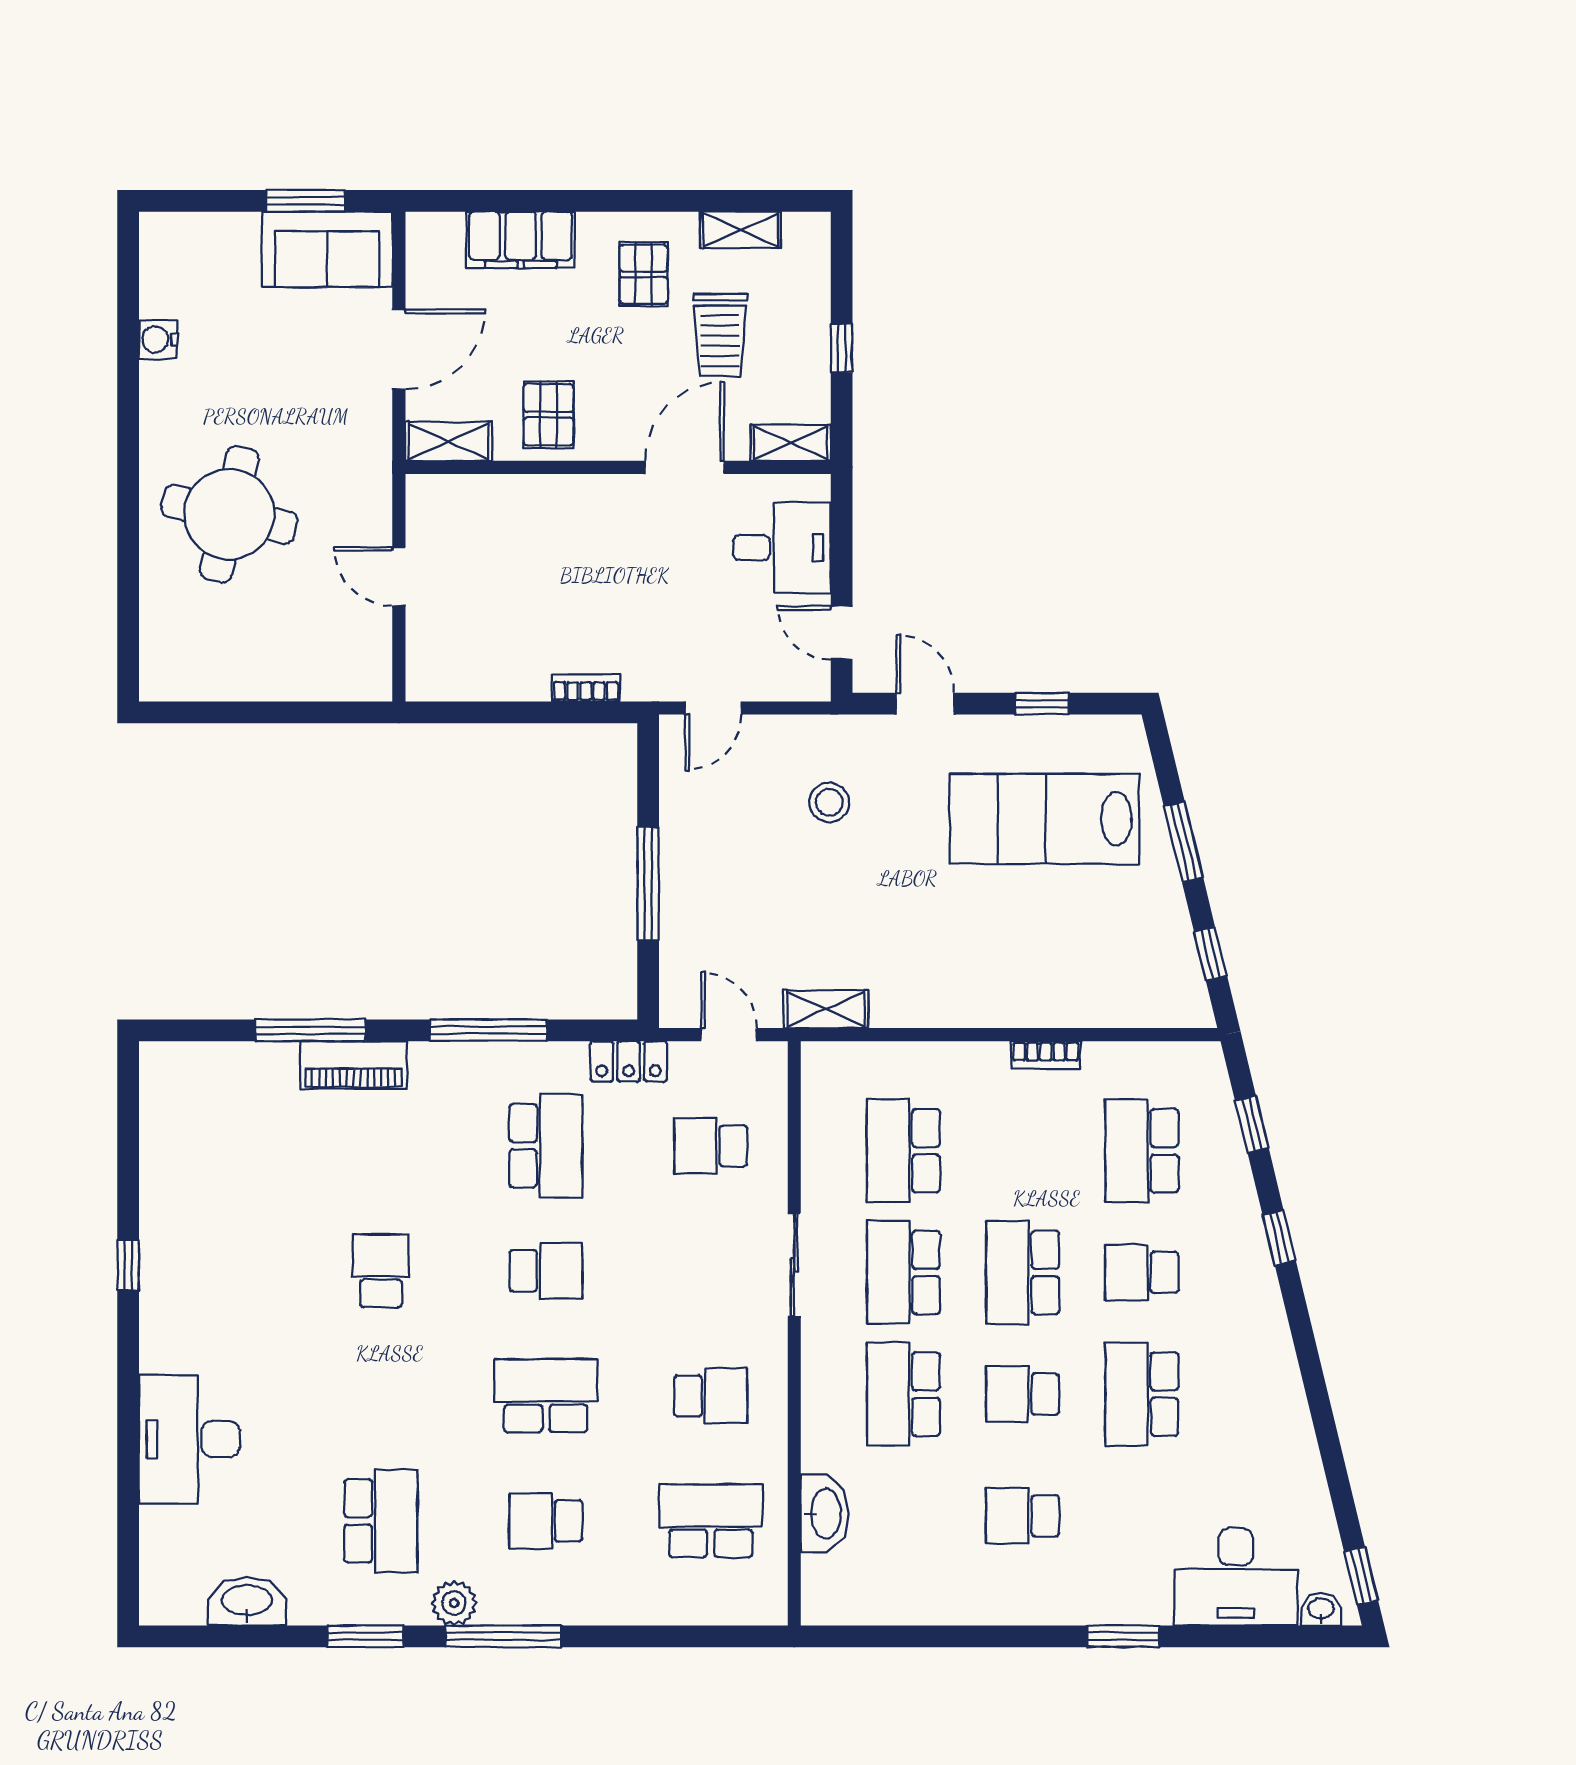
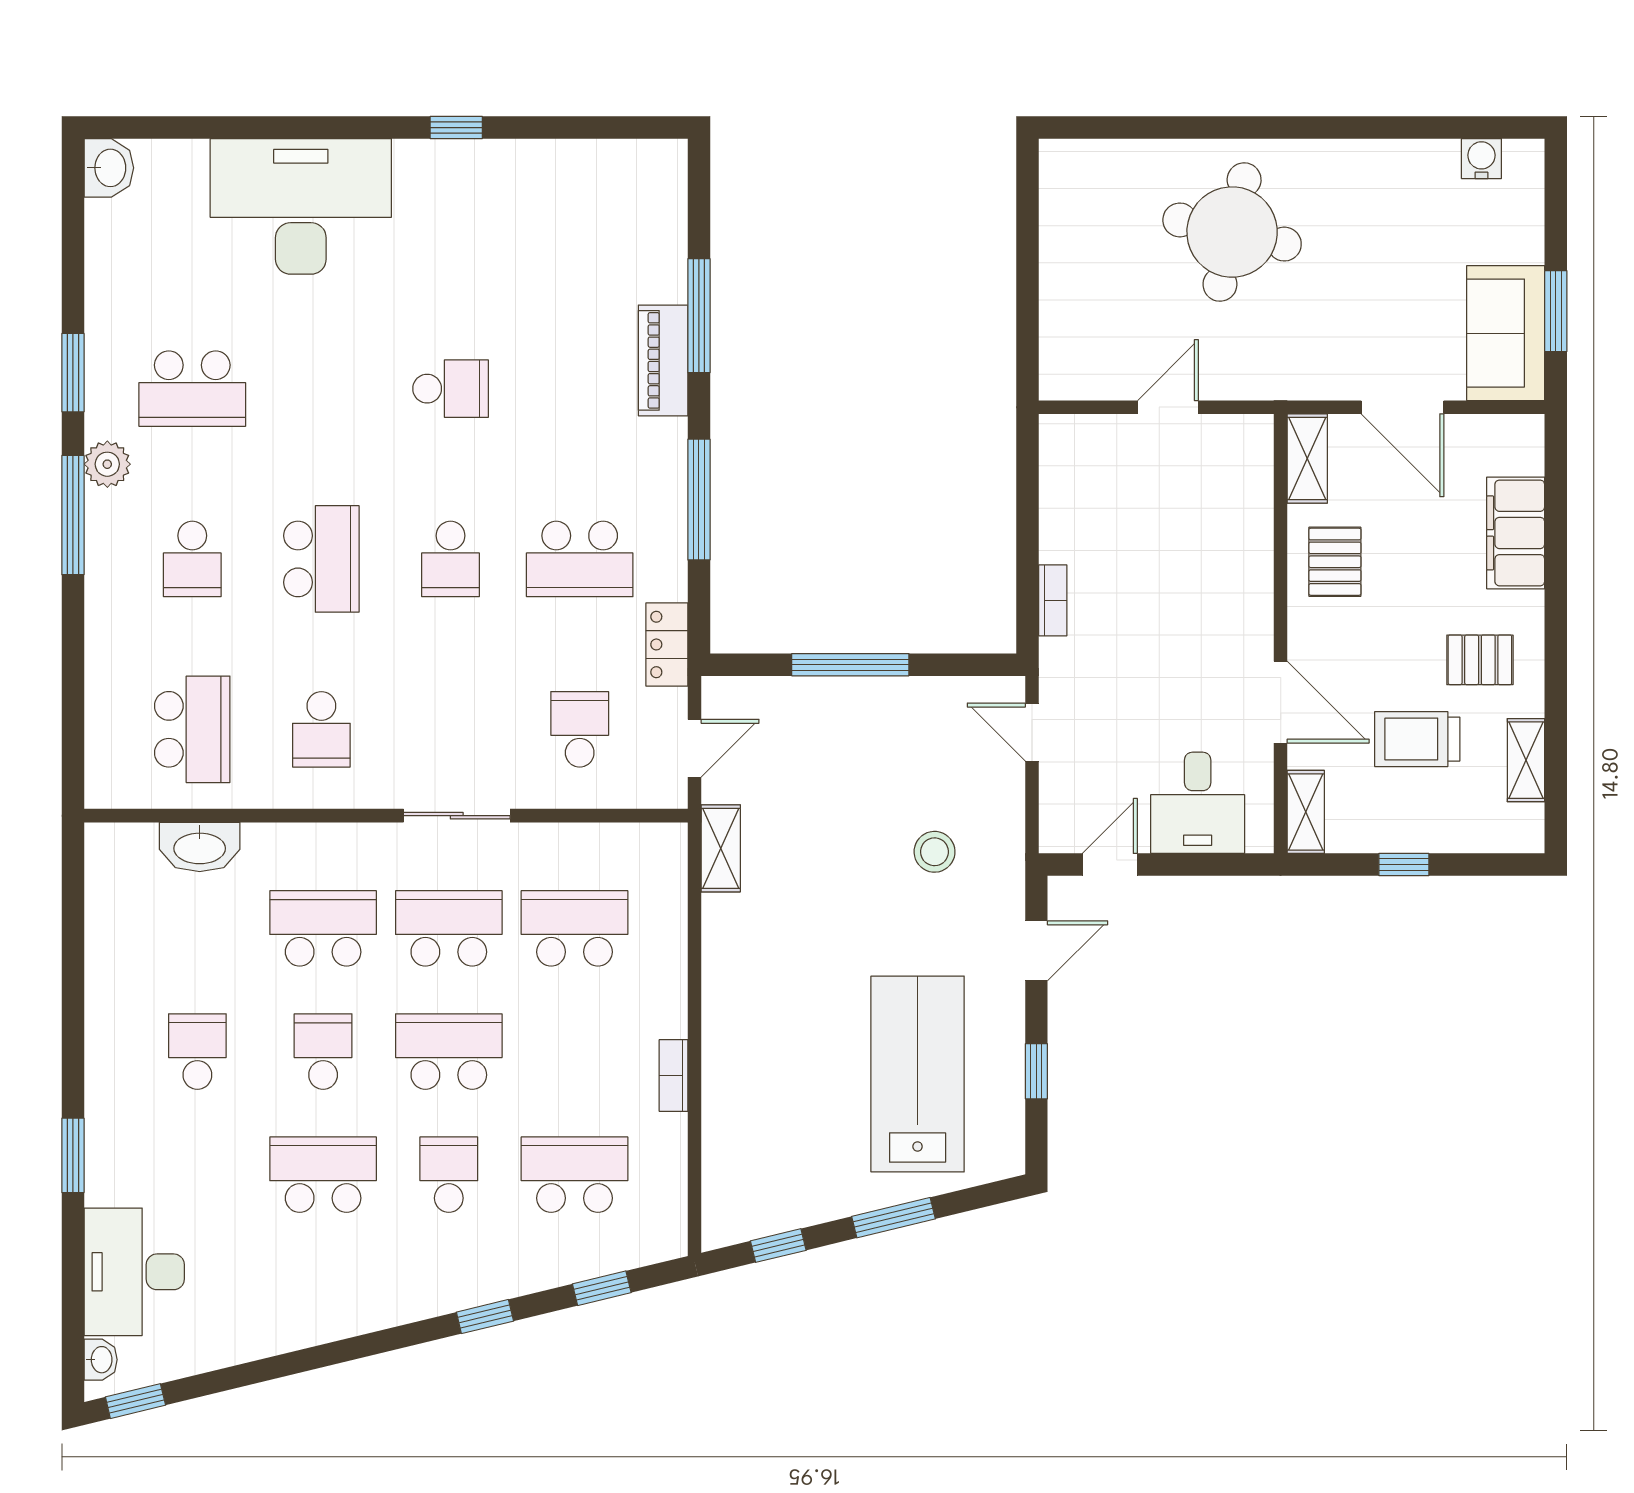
water cooler: (158, 340) -> (1481, 159), moved
pallet: (548, 415) -> (1335, 562), turned 90
desk: (189, 1439) -> (301, 206), width x1.36, depth x1.30
school desk: (546, 1521) -> (192, 559), turned 180
washbasin: (247, 1602) -> (109, 168), moved, width x0.72

